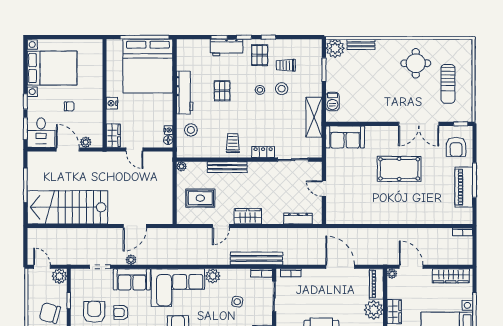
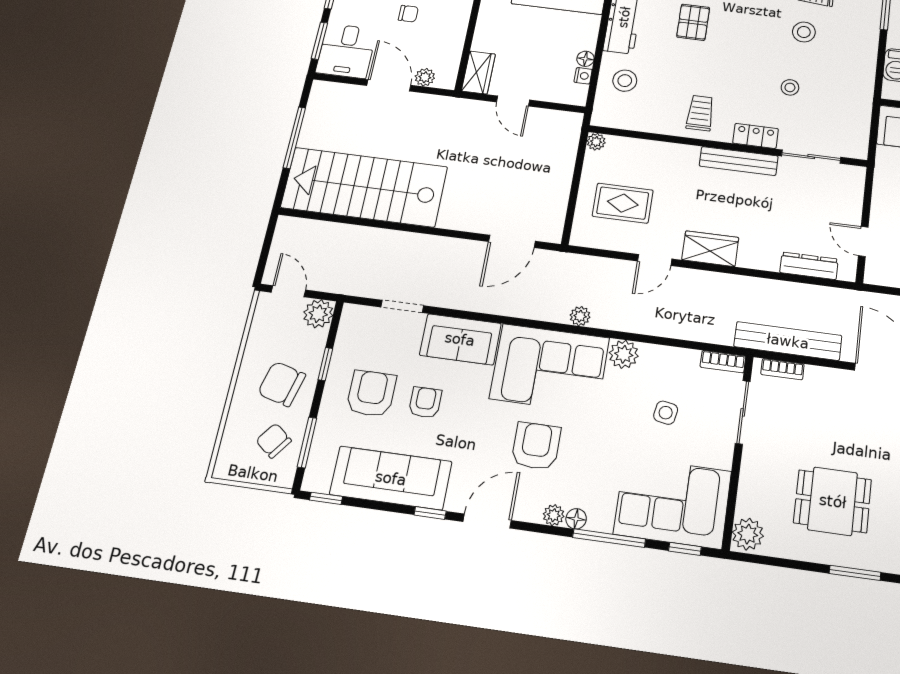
stool: (260, 90) -> (790, 87), moved
nightstand: (112, 103) -> (487, 18), removed
shelving: (314, 117) -> (859, 87), removed
floor lamp: (168, 140) -> (585, 59), moved
bench: (227, 167) -> (739, 161), moved
door: (324, 189) -> (863, 241), moved
door: (135, 226) -> (512, 241), moved
bench: (257, 258) -> (788, 341), moved
plant: (131, 260) -> (580, 316), moved
armchair: (121, 313) -> (425, 402), turned 90

